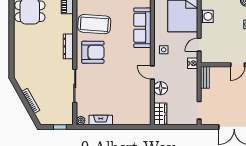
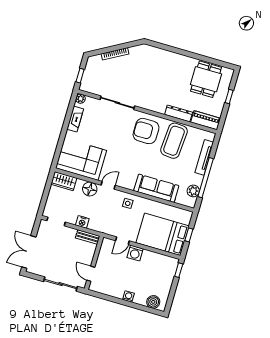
washing machine: (207, 16) -> (135, 253), moved
door: (199, 45) -> (122, 241), swing flipped
dresser: (68, 46) -> (179, 113), moved
armchair: (93, 52) -> (146, 131), turned 90
nightstand: (193, 63) -> (82, 222), moved
corner sofa: (136, 104) -> (81, 159), added

